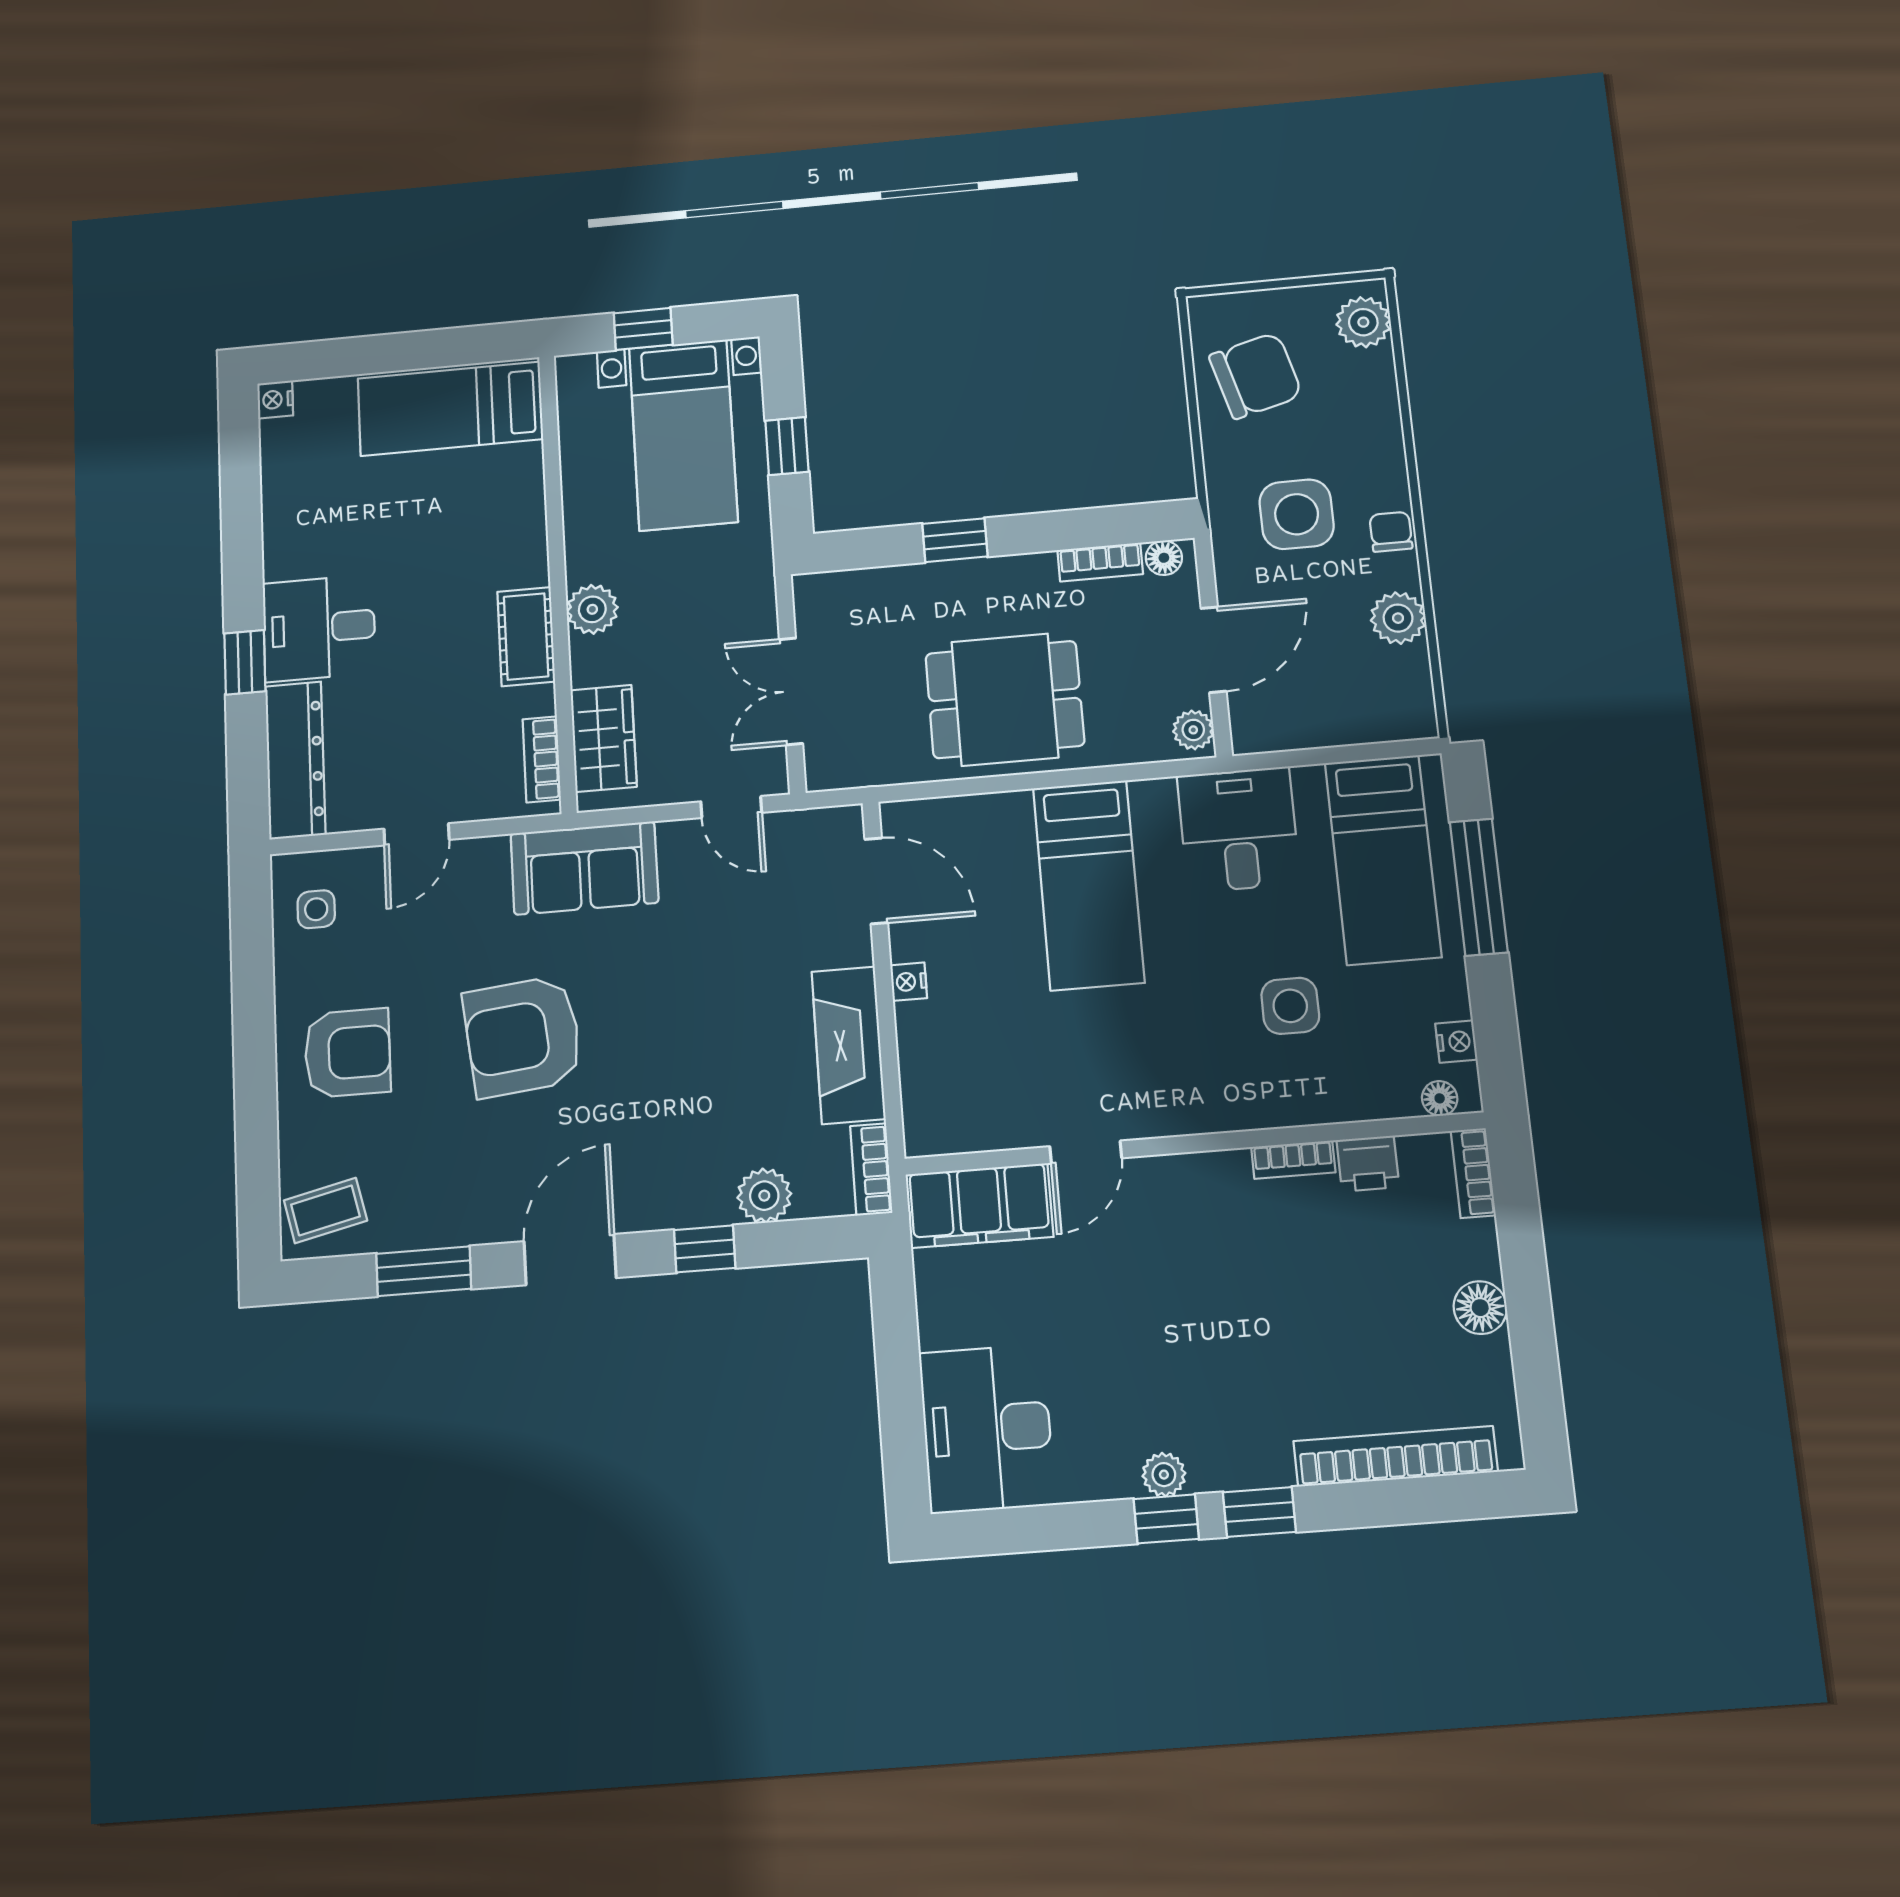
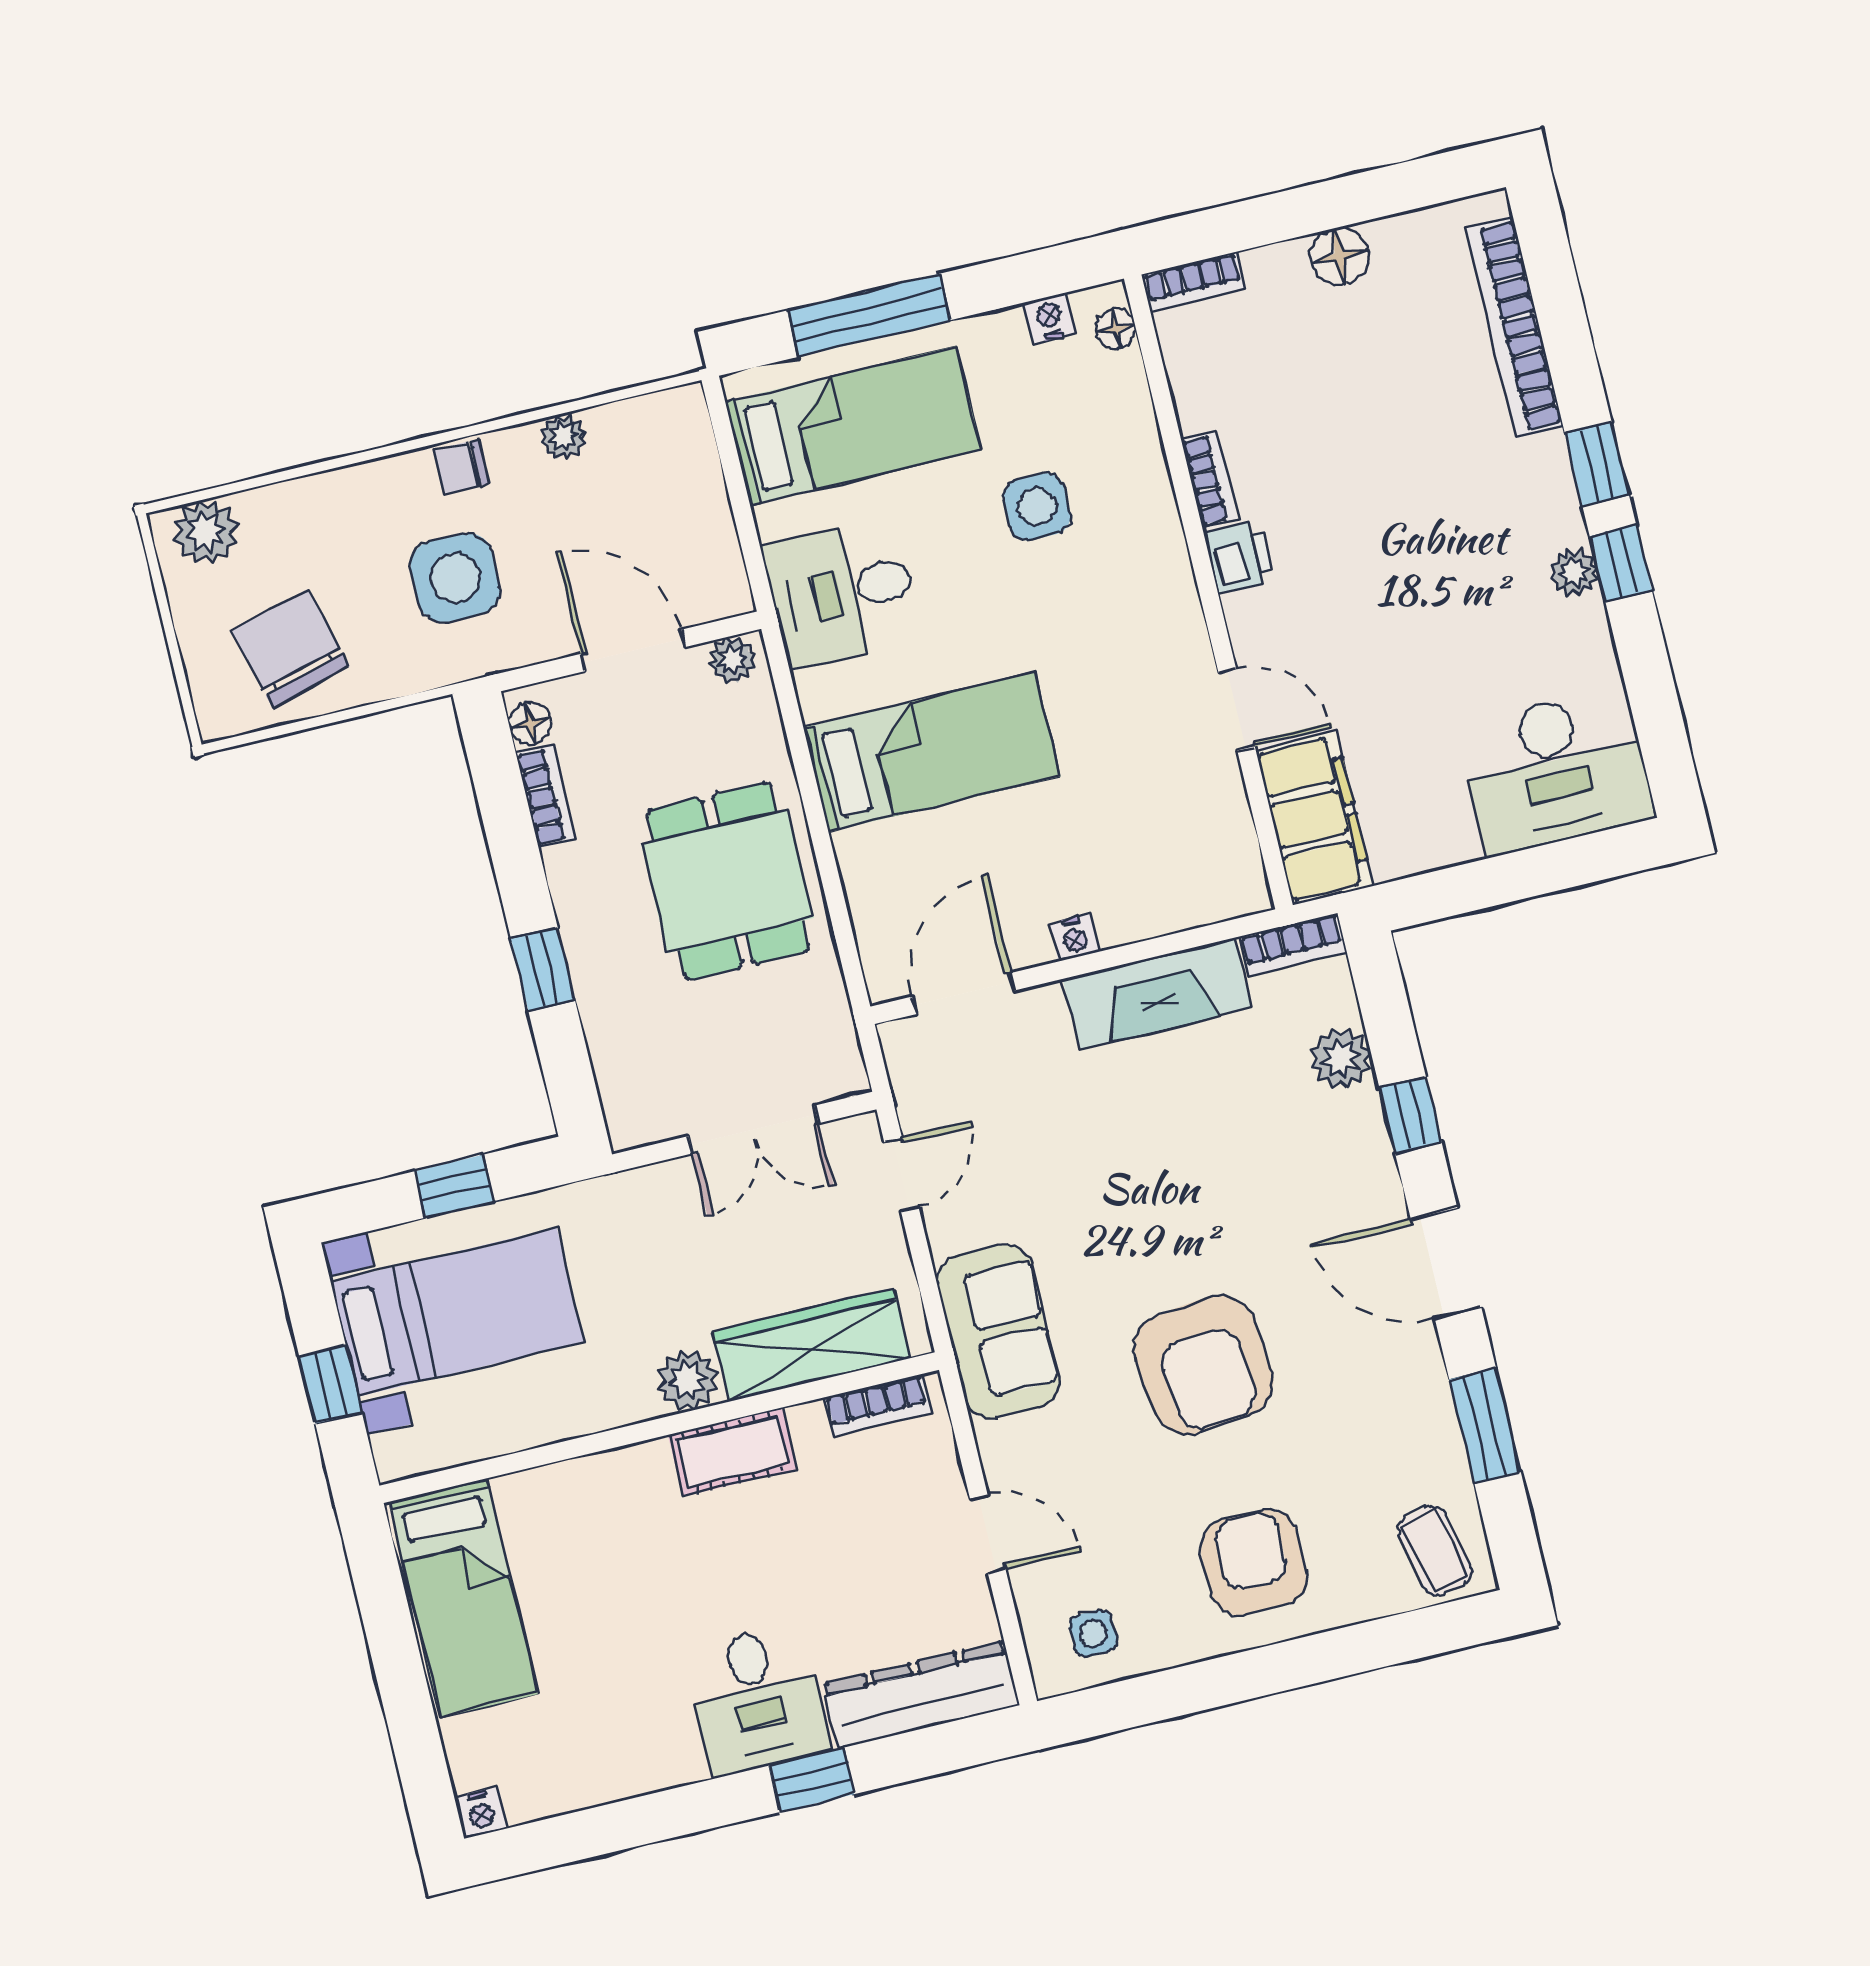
plant: (1398, 618) -> (563, 437), width x0.73, depth x0.73
wardrobe: (604, 738) -> (812, 1345), width x1.50
printer: (1368, 1163) -> (1239, 557), moved

